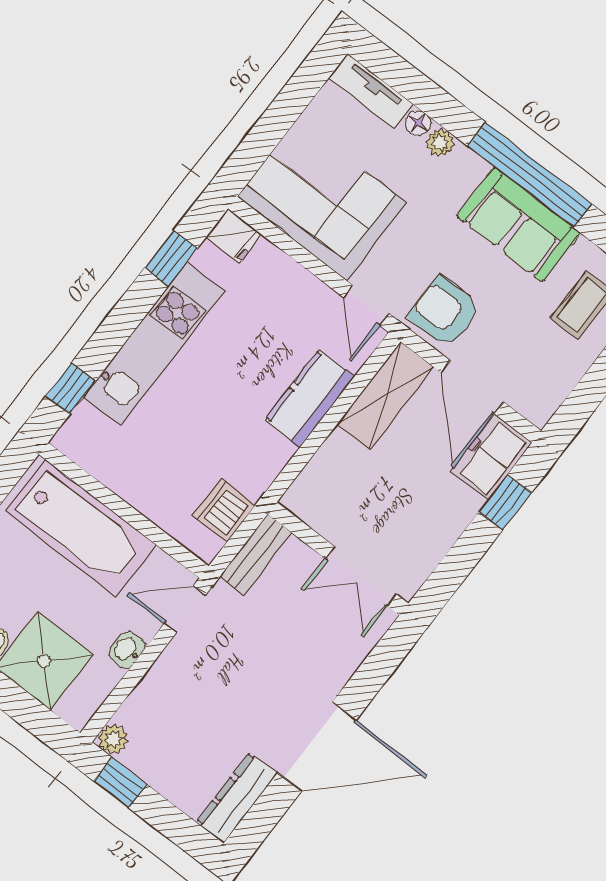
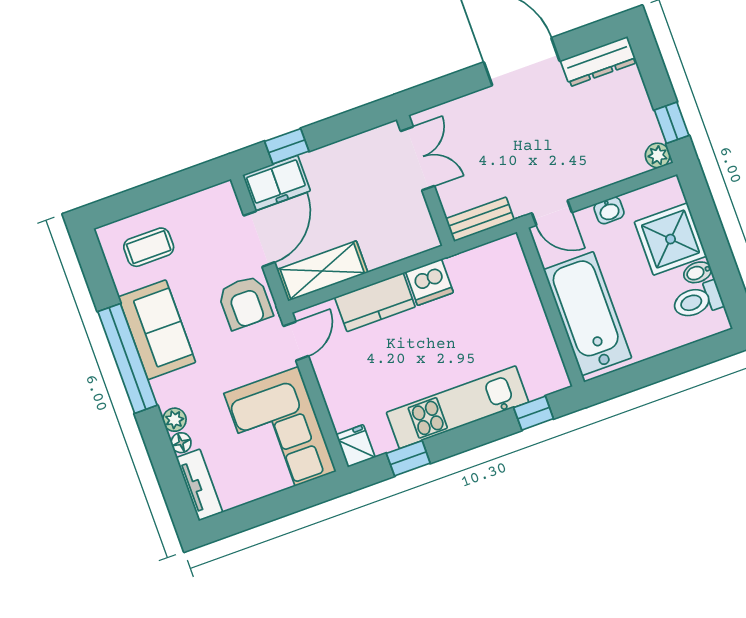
dishwasher: (224, 510) -> (429, 282), moved

